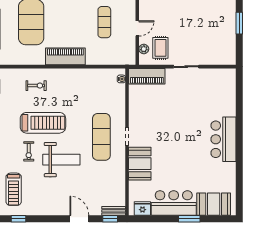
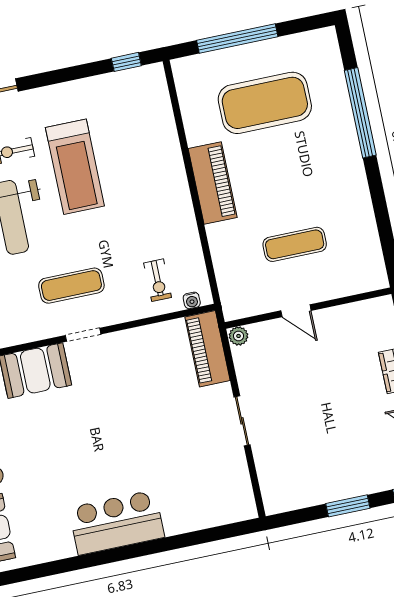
rug: (160, 48) -> (268, 363), removed
plant: (144, 49) -> (239, 336), moved
exercise bike: (36, 86) -> (158, 280), moved
exercise mat: (101, 137) -> (71, 286), width x0.73, depth x0.69

